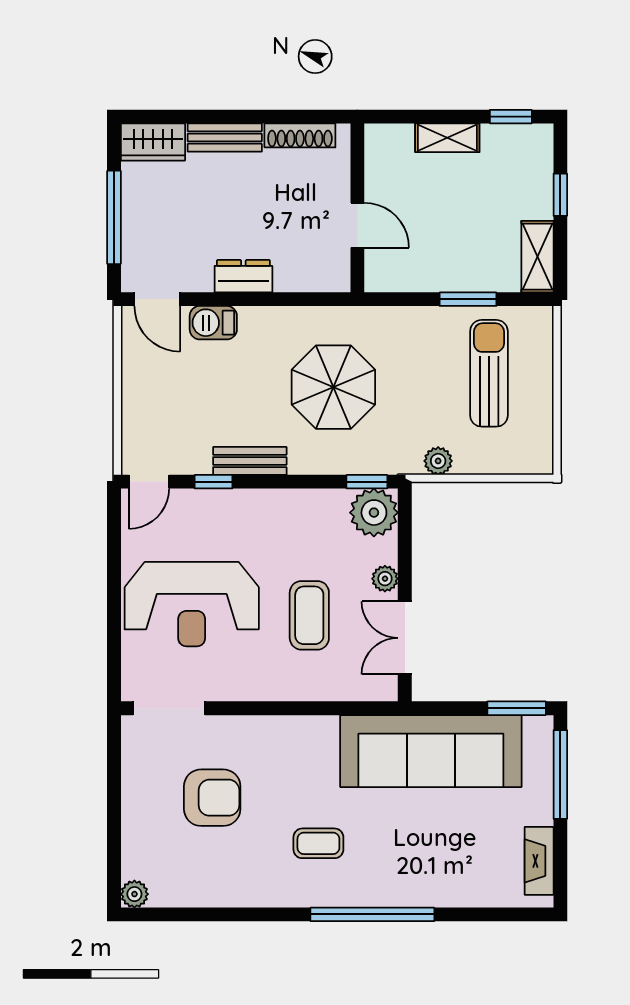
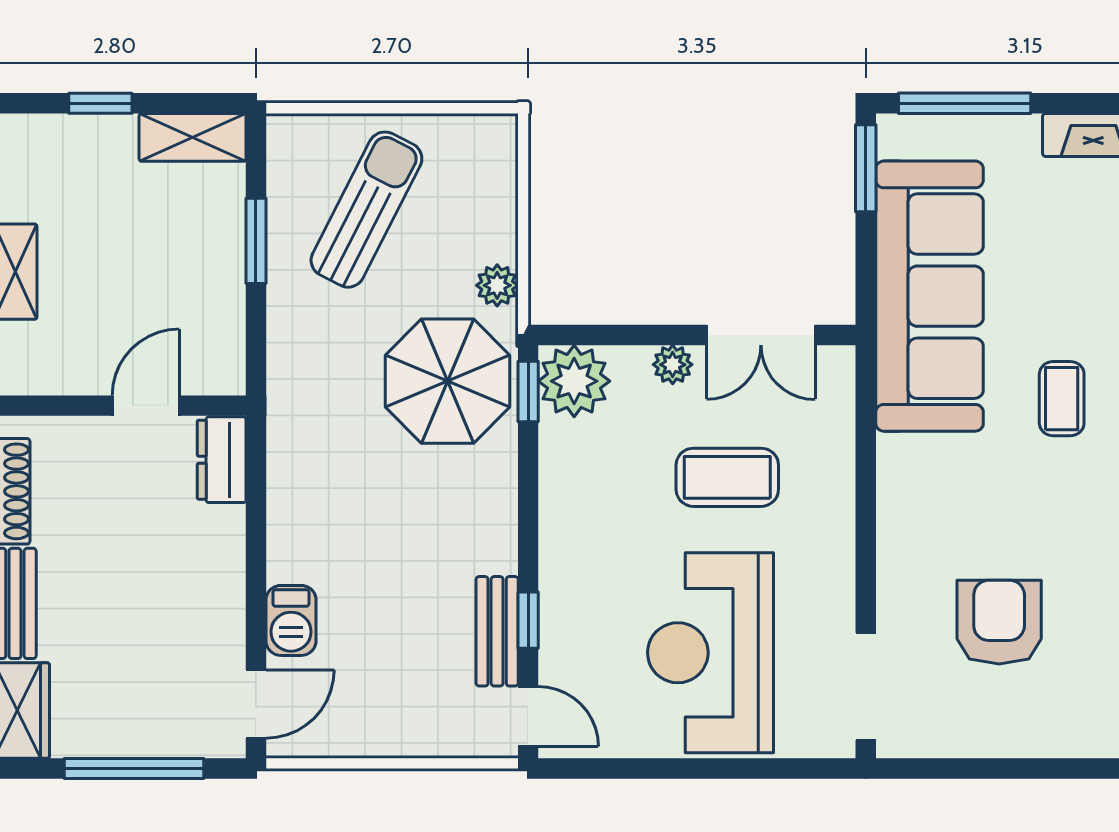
dresser: (243, 276) -> (222, 460), moved
sun lounger: (489, 373) -> (366, 210), turned 117
parasol: (333, 387) -> (448, 381), moved
bench: (250, 461) -> (497, 631), moved
reception desk: (192, 604) -> (711, 653), turned 180
coffee table: (318, 843) -> (1062, 399), moved

